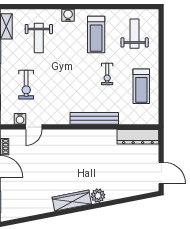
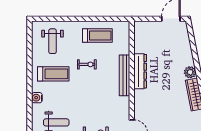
weight bench: (135, 34) -> (53, 41), turned -90
dresser: (138, 137) -> (140, 71), moved

